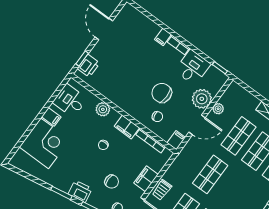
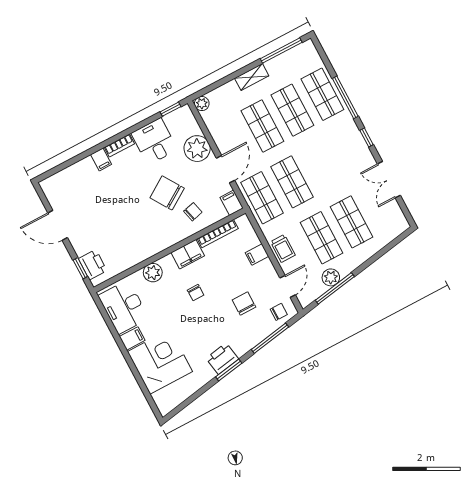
chair: (162, 93) -> (167, 193), turned 57
desk: (70, 101) -> (124, 307), width x1.37
plant: (218, 109) -> (202, 104), moved
shop shelf: (190, 159) -> (262, 198), added
filing cabinet: (146, 179) -> (257, 255), width x0.50
chair: (112, 182) -> (244, 304), turned -90
printer: (80, 191) -> (222, 359), moved

